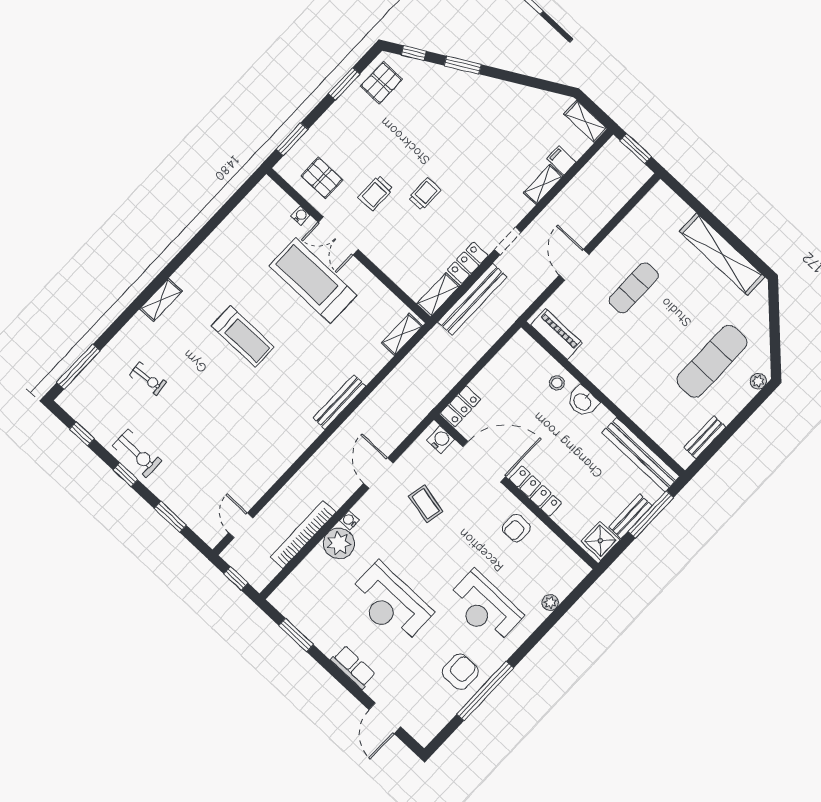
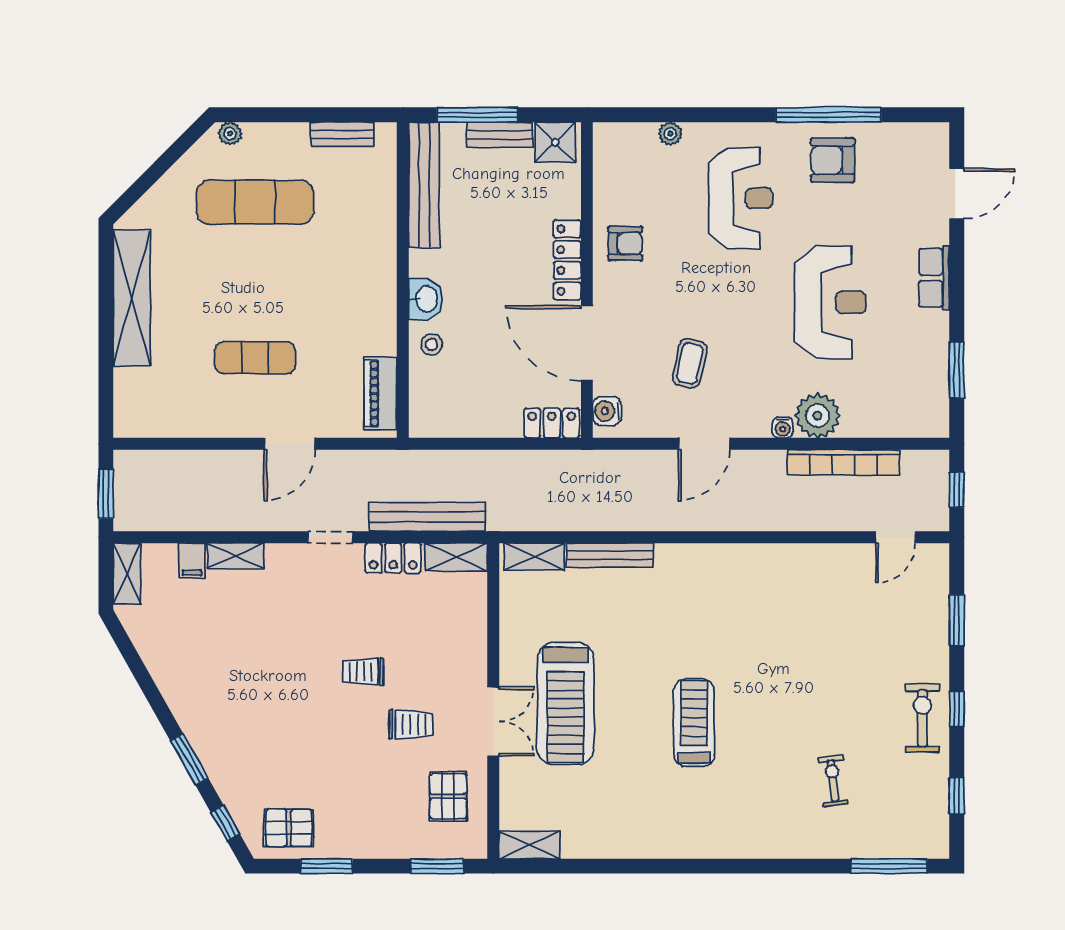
water cooler: (300, 215) -> (509, 782), removed
shelving: (161, 300) -> (530, 845), moved
bench: (340, 402) -> (610, 555), moved

